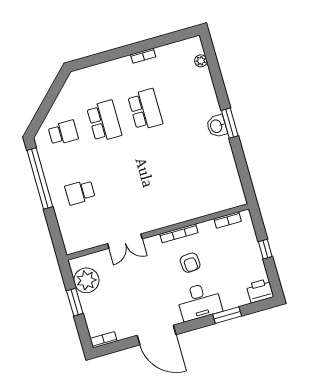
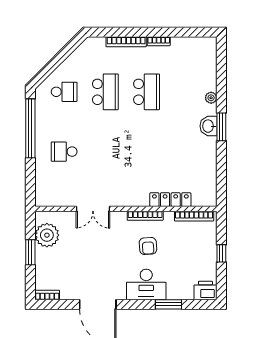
plant: (201, 61) -> (211, 98), moved
bookcase: (111, 65) -> (126, 42), added
locker: (199, 210) -> (170, 200), added
bookcase: (228, 220) -> (194, 216), width x1.56

